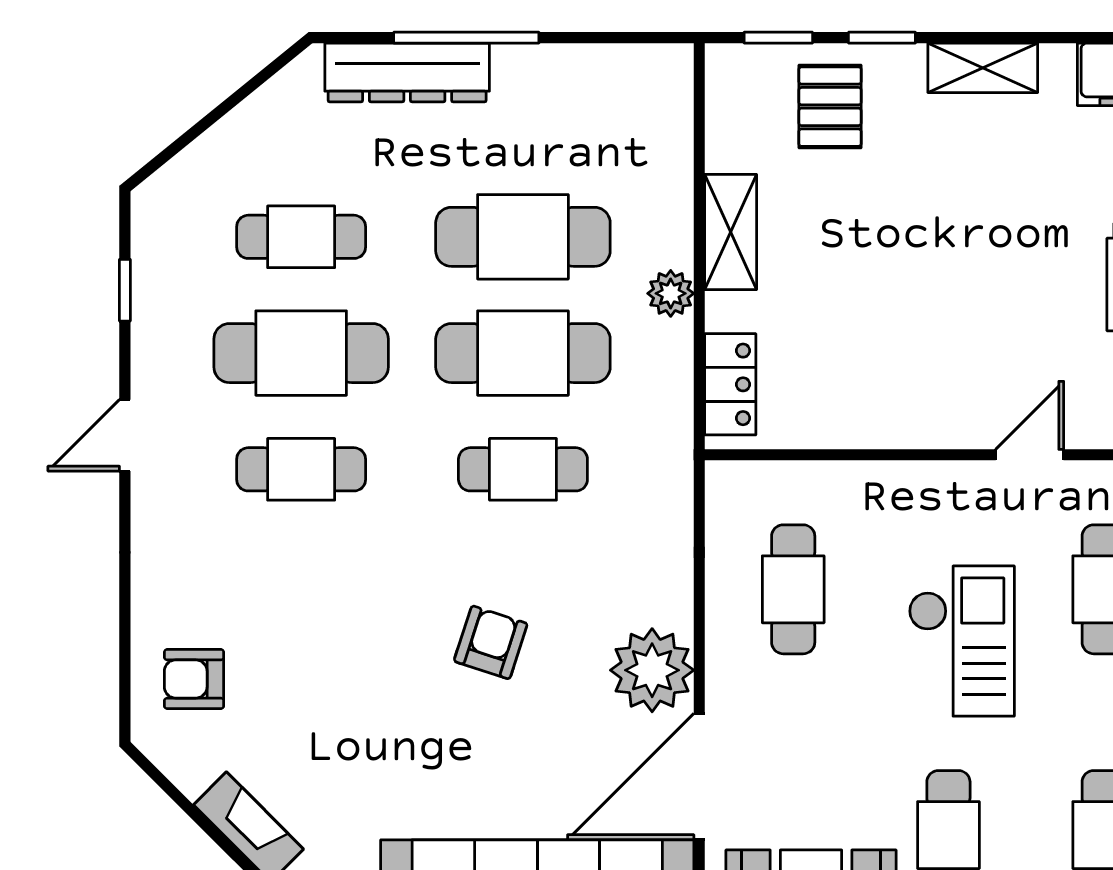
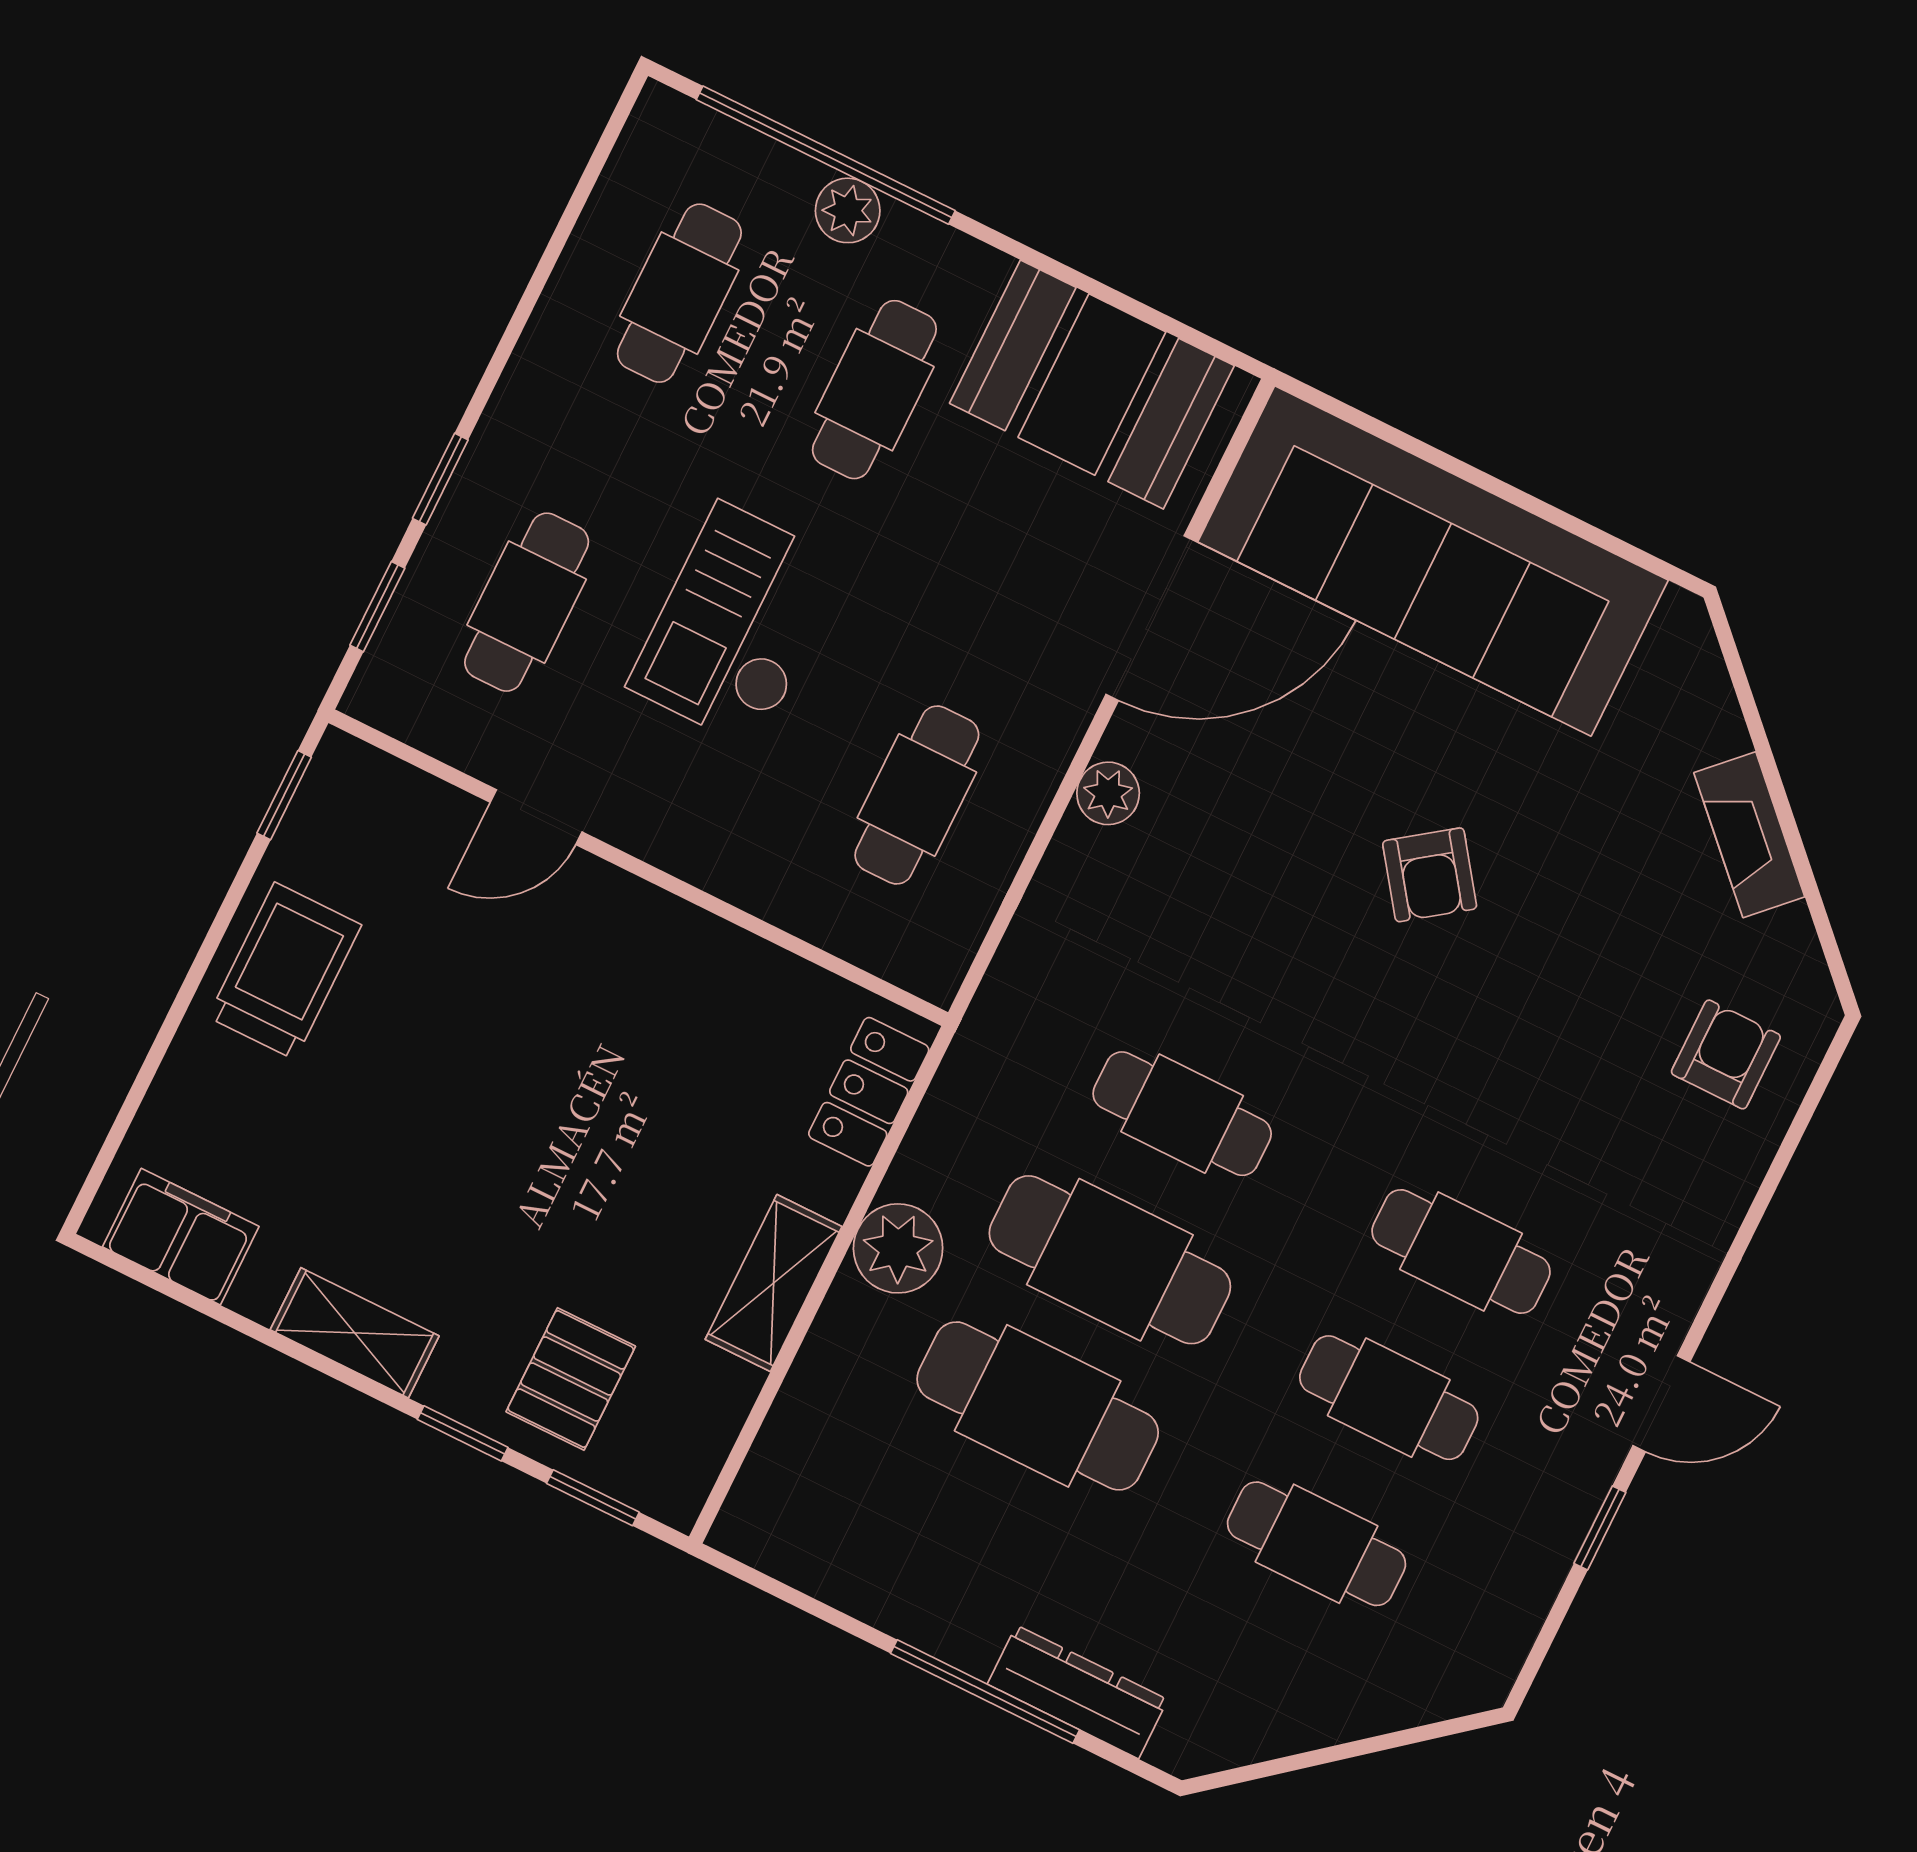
dresser: (407, 72) -> (1077, 1692), width x0.73, depth x0.80
window: (125, 290) -> (1600, 1528), moved
plant: (671, 293) -> (898, 1248), width x1.38, depth x1.38
cafe table: (301, 353) -> (1389, 1398), width x0.73, depth x0.74
armchair: (491, 642) -> (1430, 875), moved, turned -54
plant: (652, 670) -> (1108, 793), width x0.53, depth x0.53
armchair: (194, 679) -> (1726, 1054), turned -90

